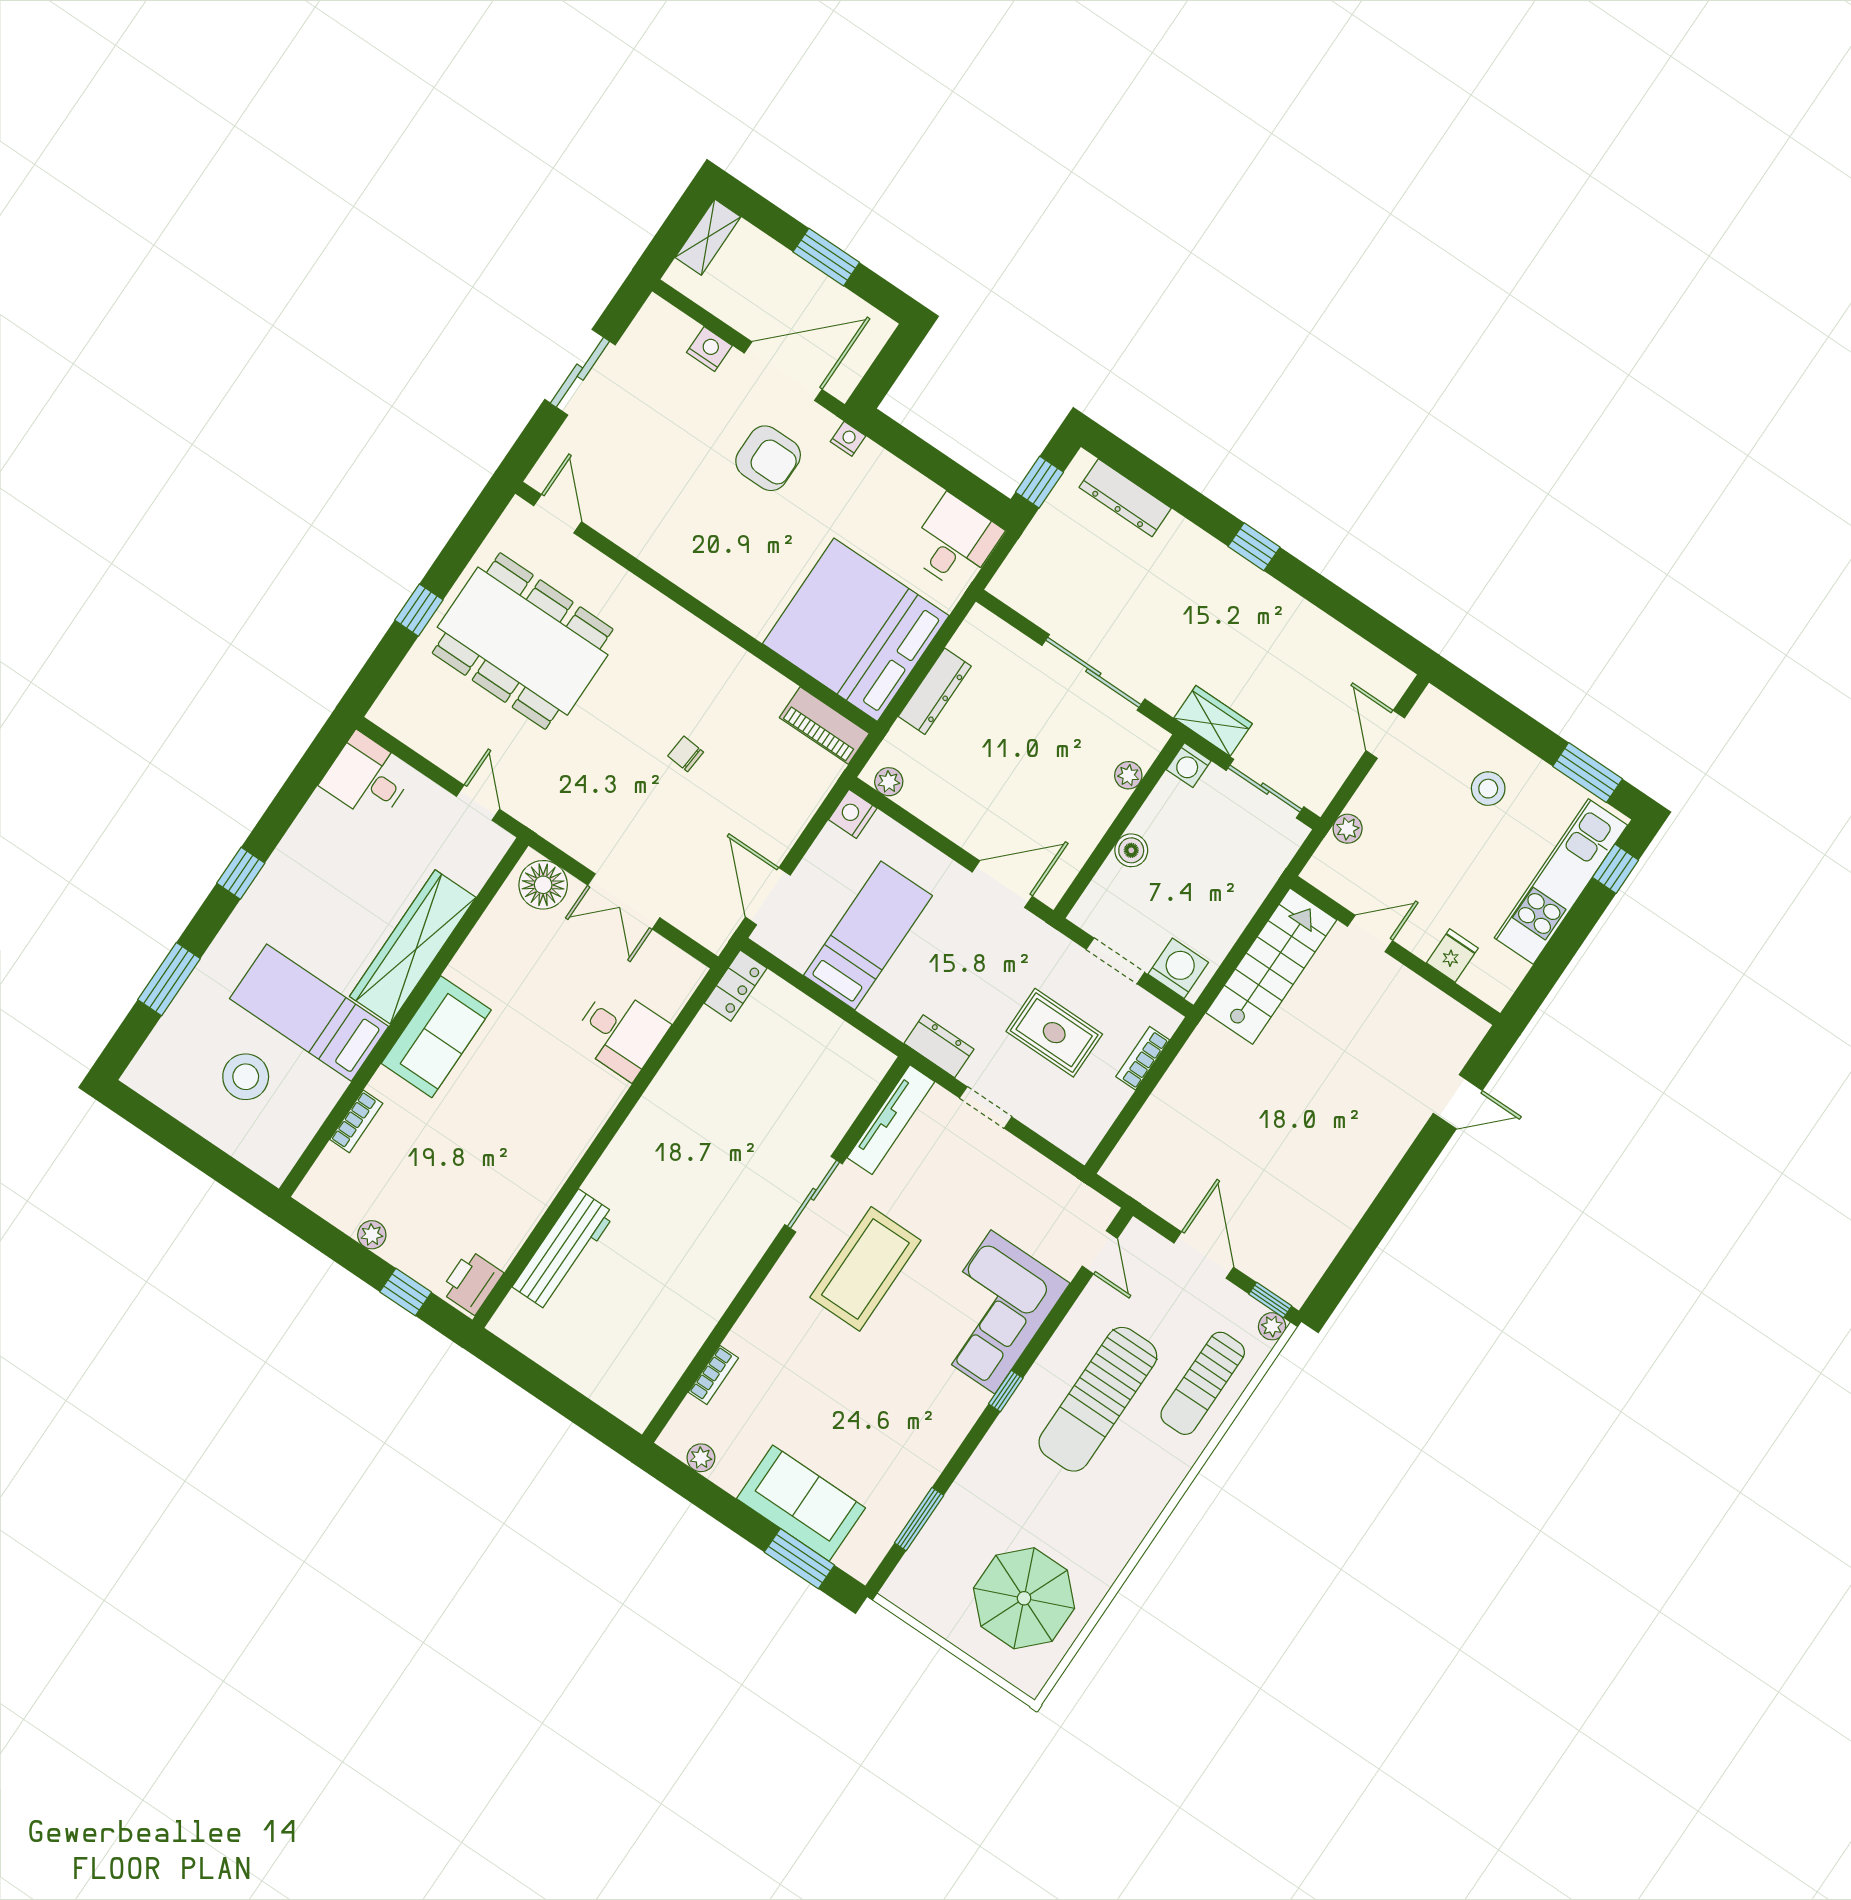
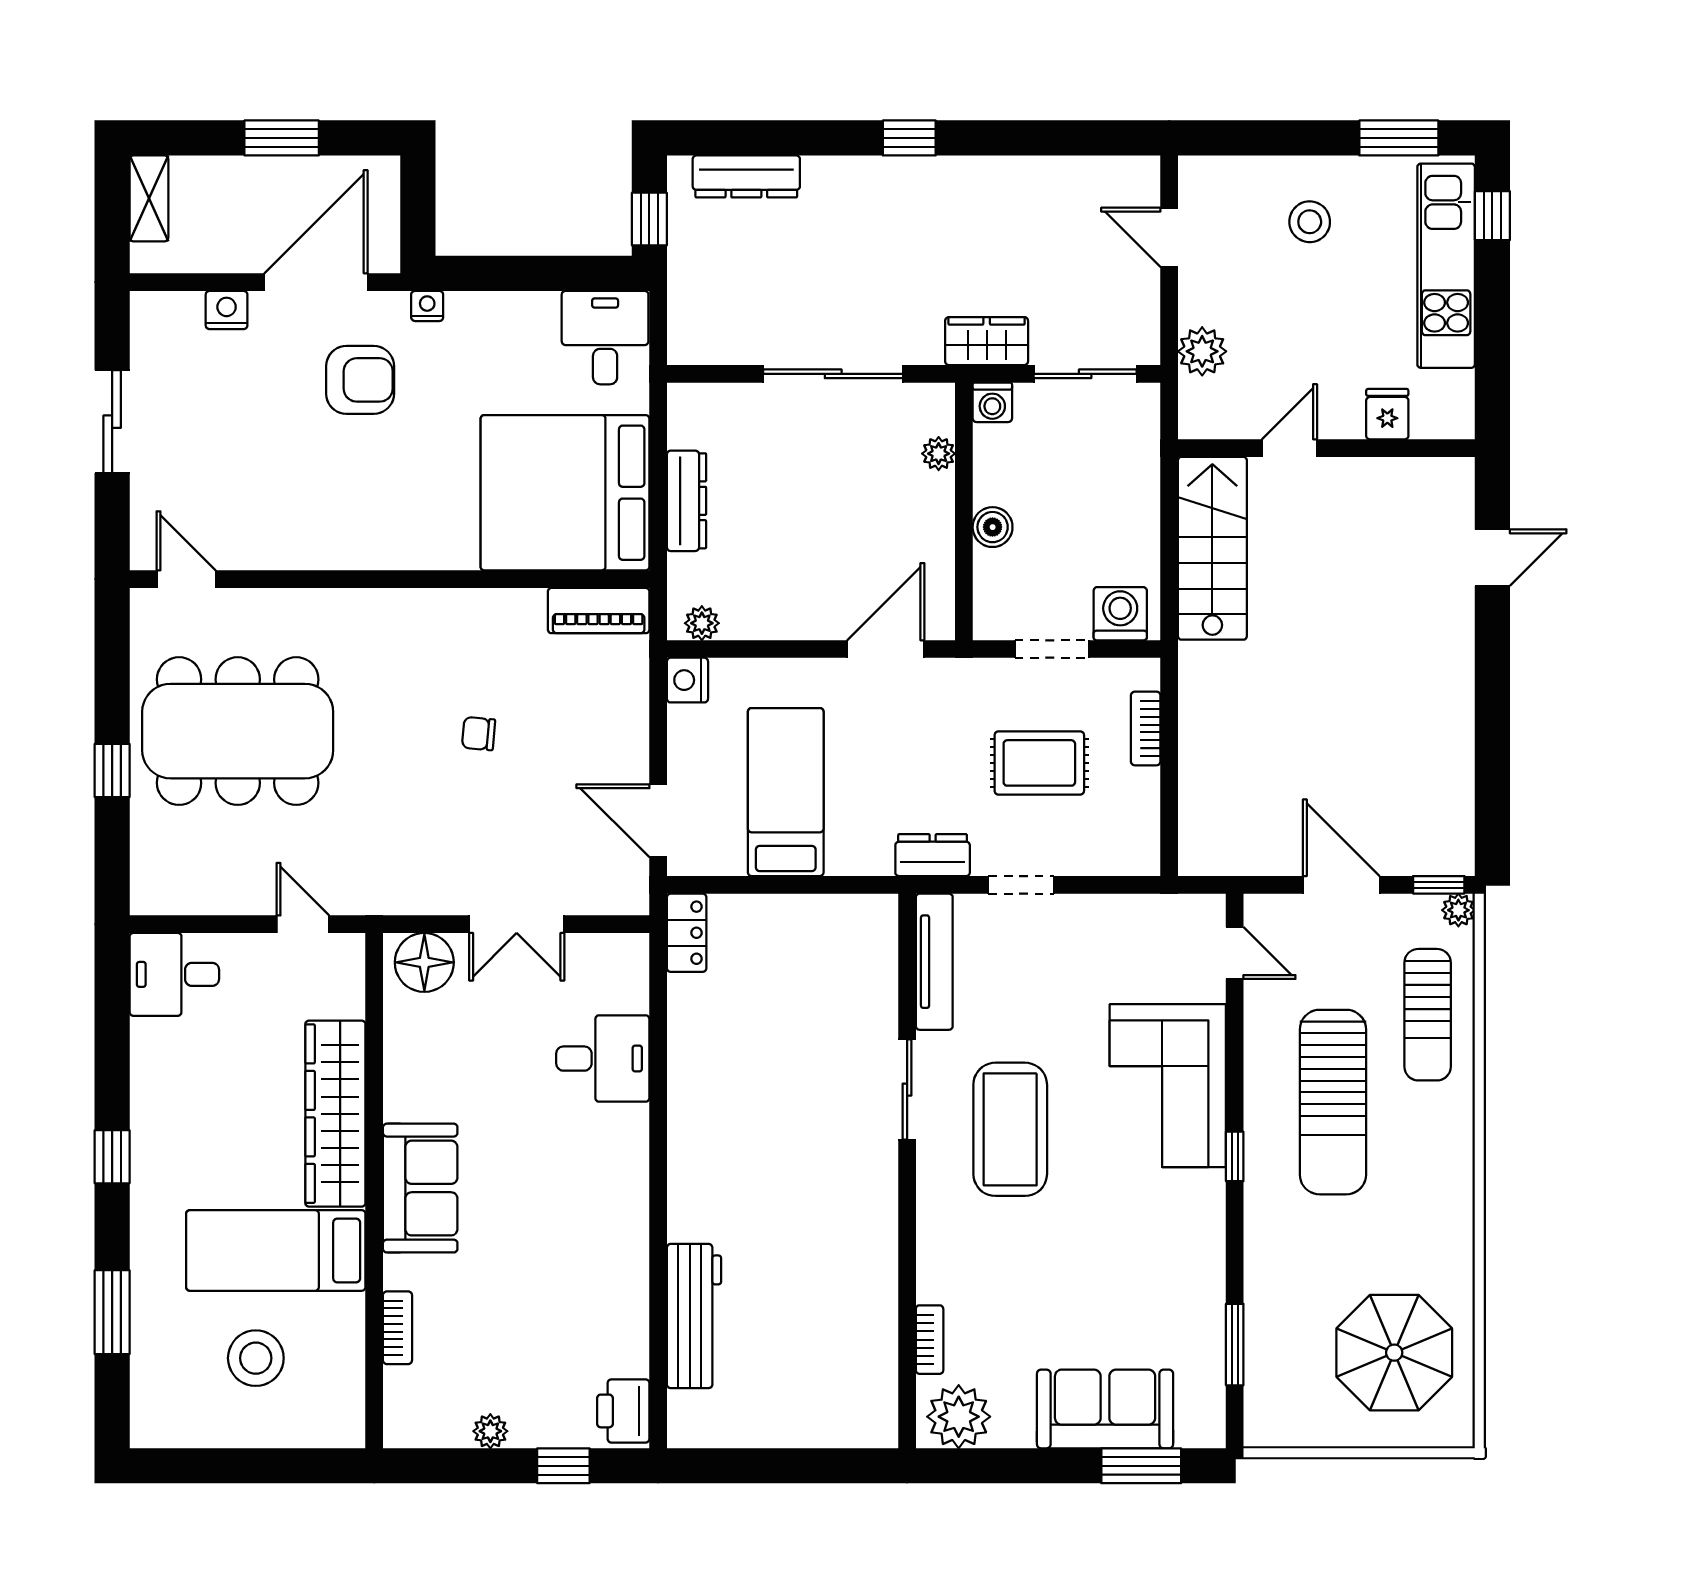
plant: (1348, 829) -> (1202, 351), width x1.38, depth x1.38
plant: (701, 1458) -> (959, 1417), width x1.88, depth x1.88

